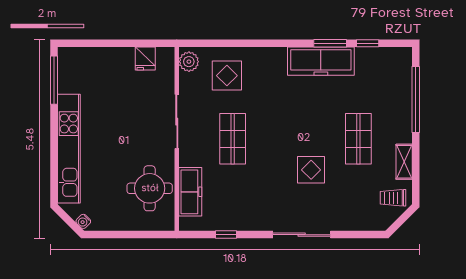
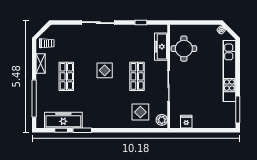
freezer: (321, 61) -> (63, 120), moved
display table: (311, 170) -> (105, 70), moved

